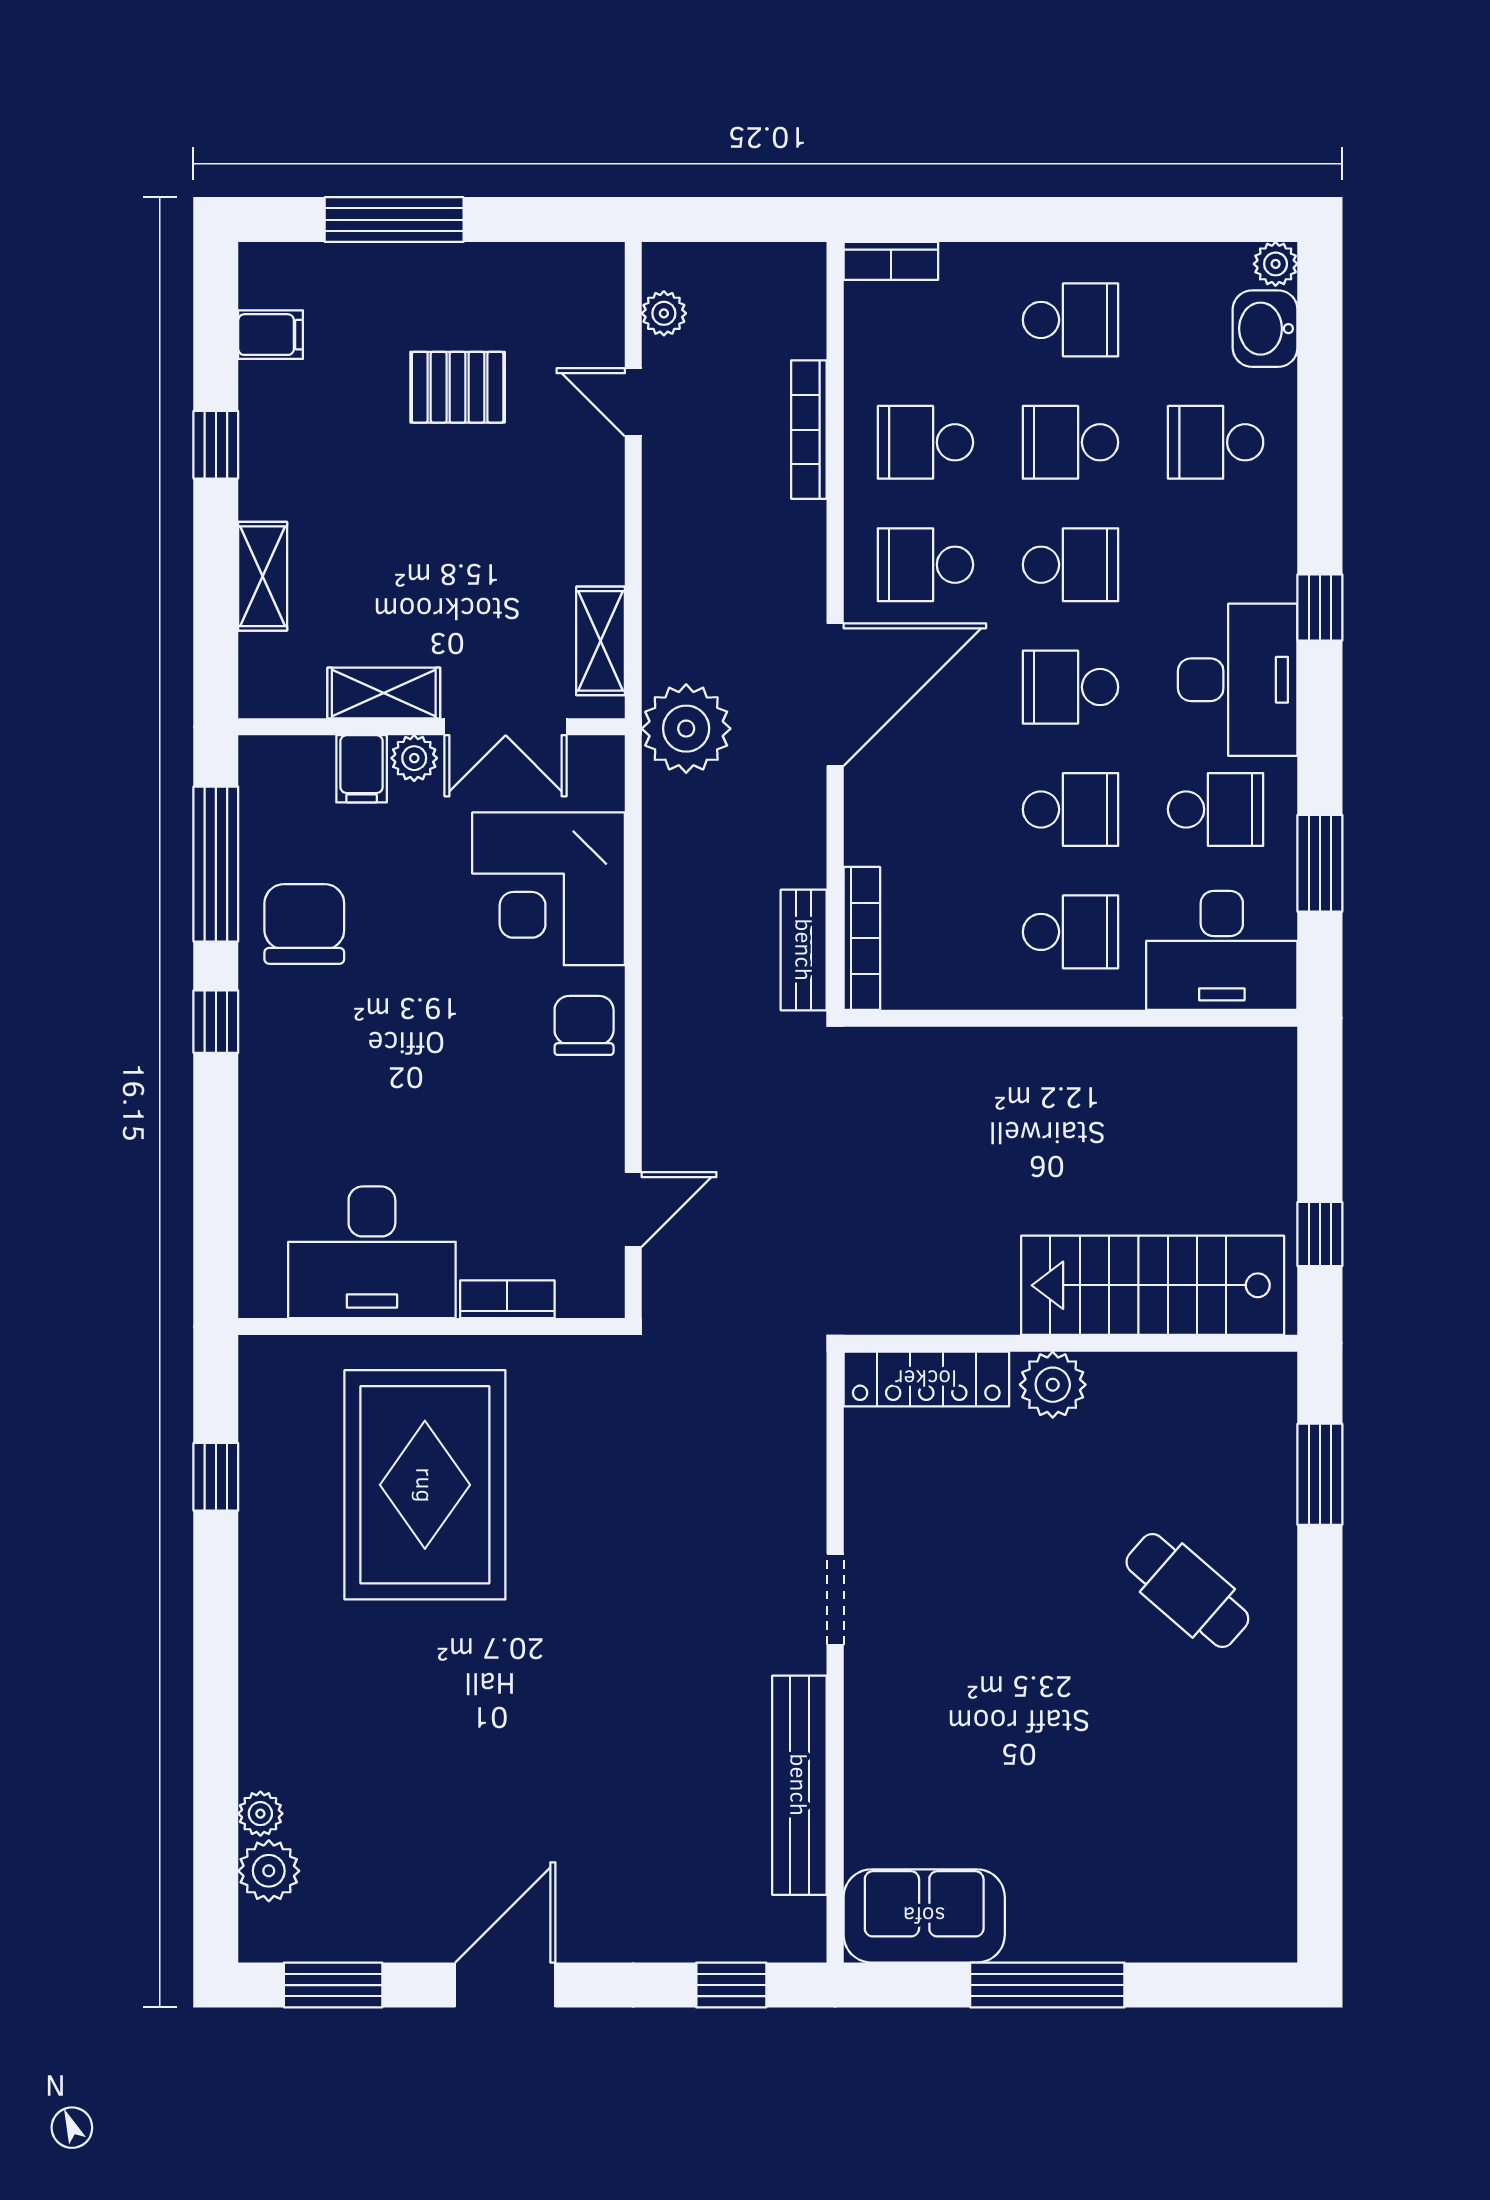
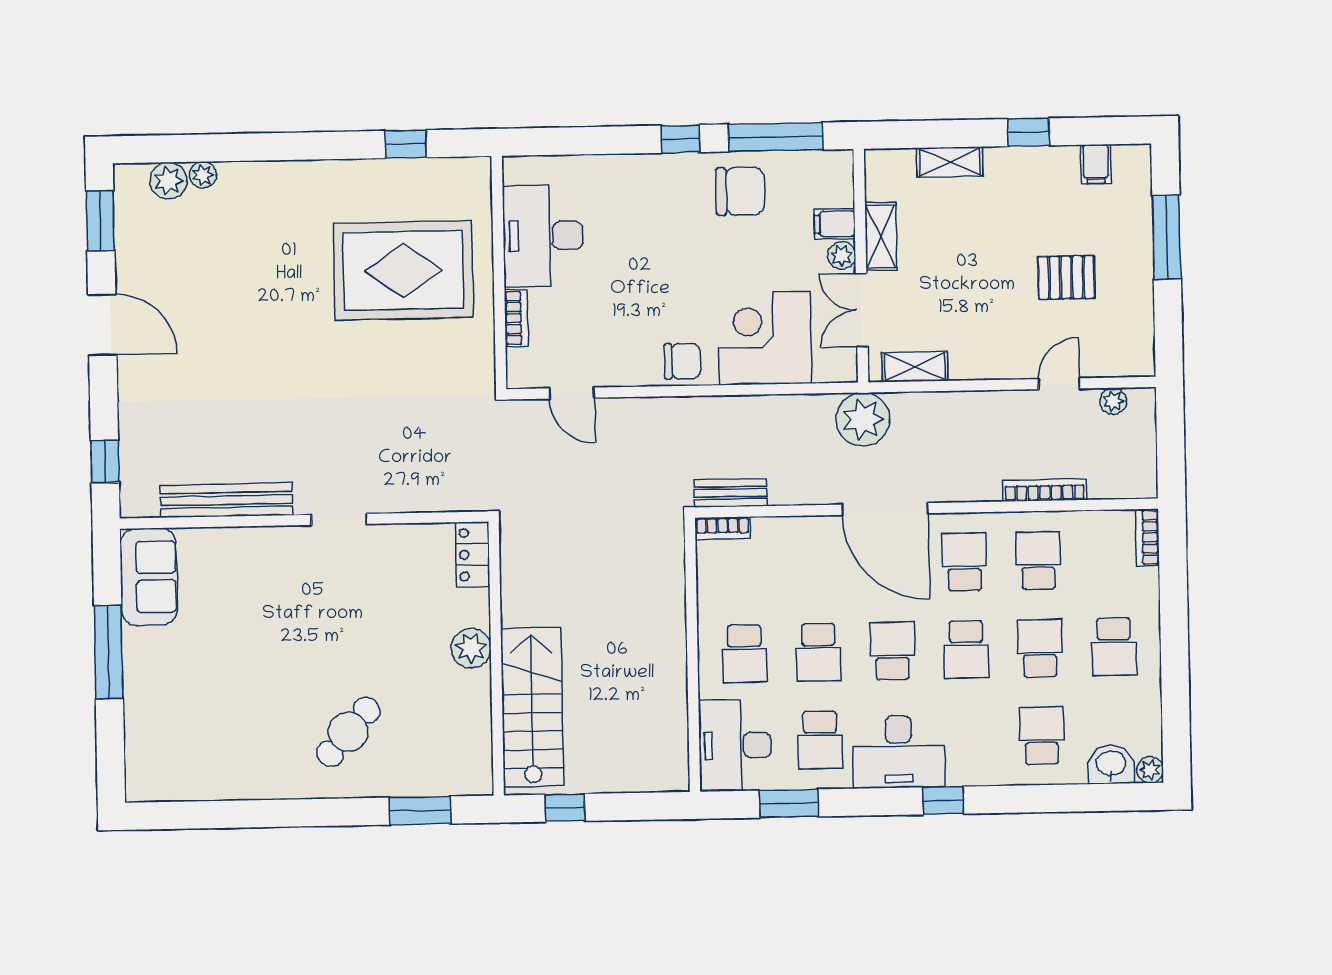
pallet: (458, 387) -> (1066, 277), turned 90
bookcase: (862, 938) -> (723, 528), width x0.64
locker: (926, 1379) -> (473, 555), width x0.66

